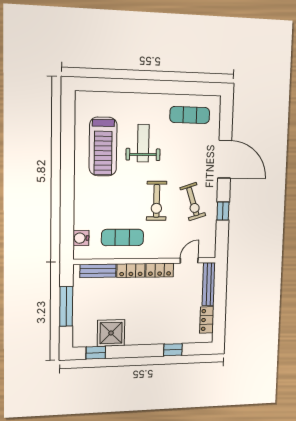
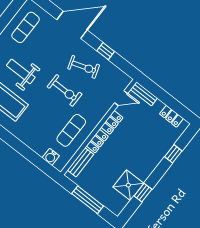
door: (189, 261) -> (121, 98), swing flipped
bench: (209, 284) -> (144, 94), width x0.73
window: (96, 353) -> (143, 193), moved

